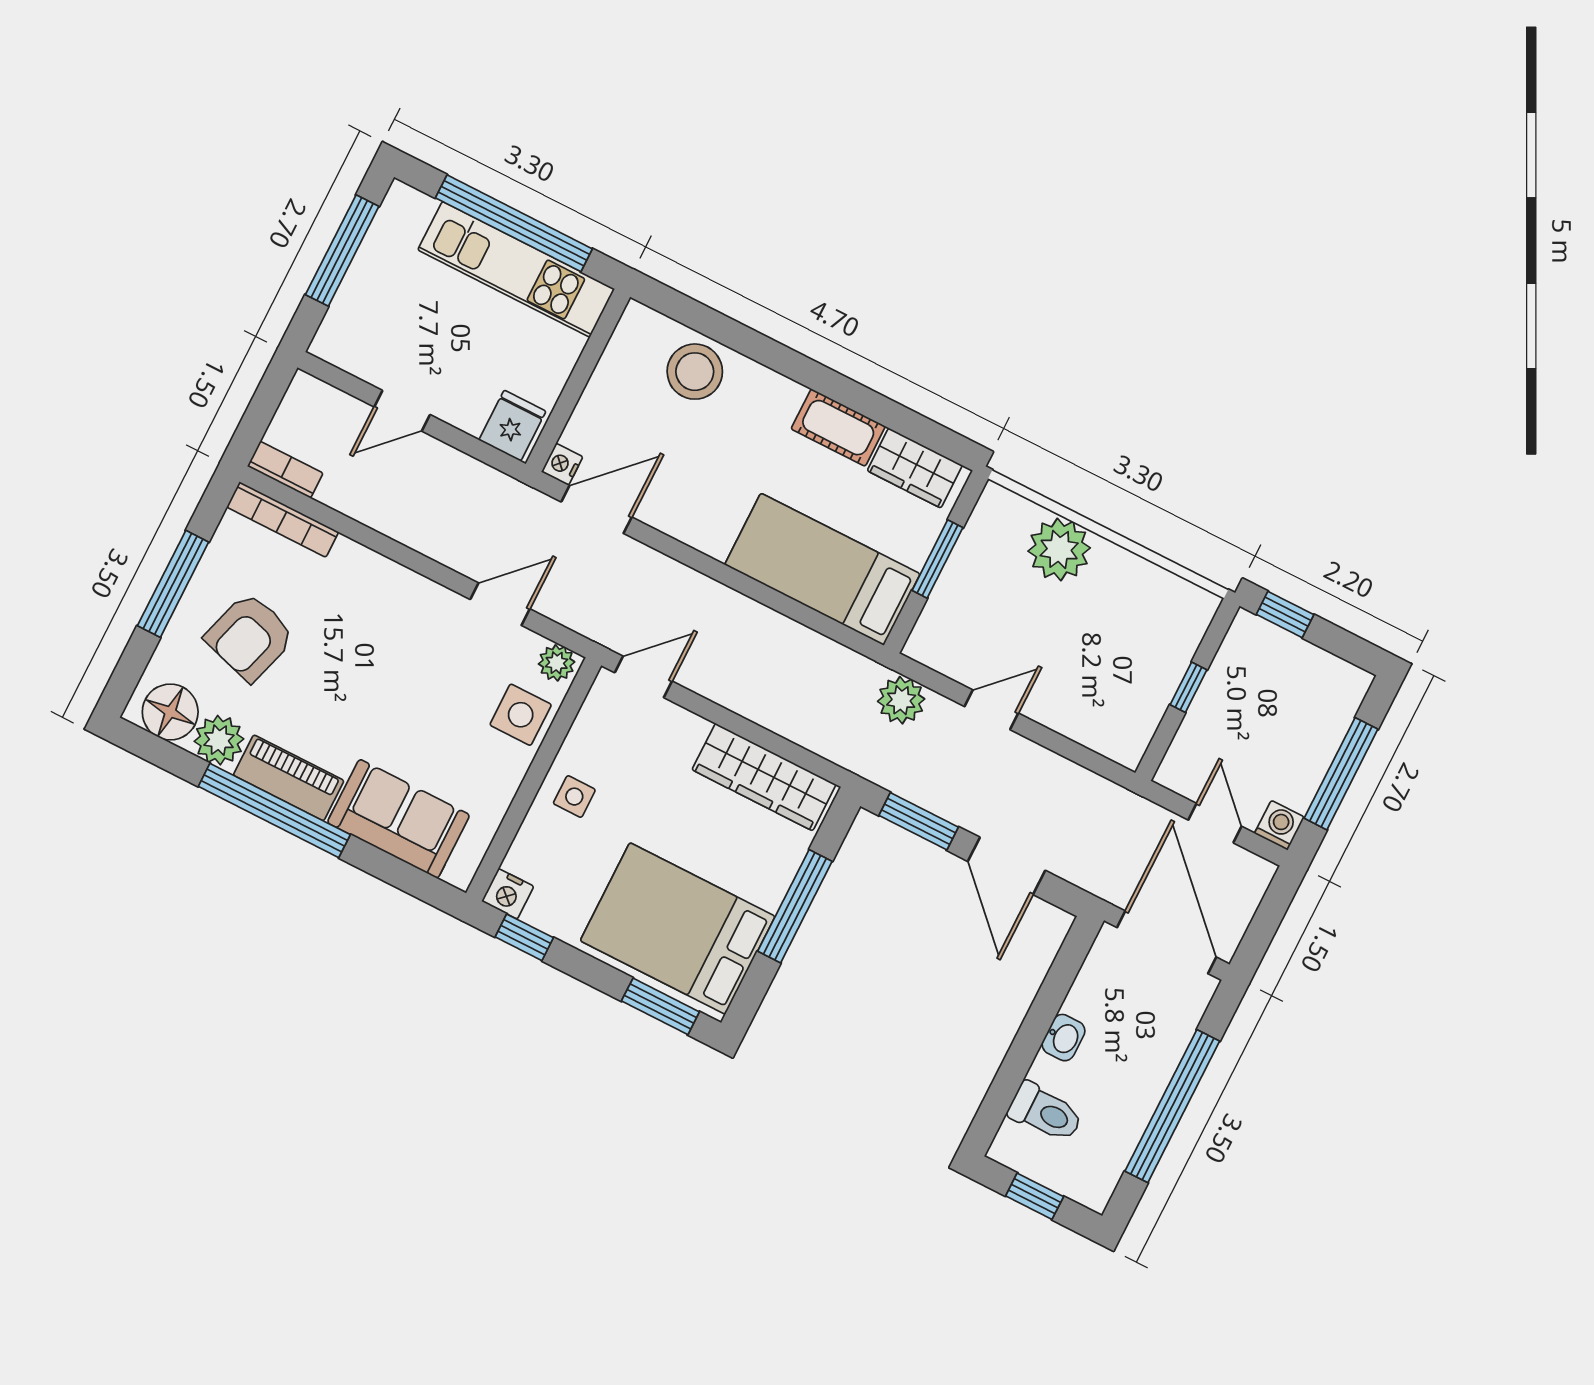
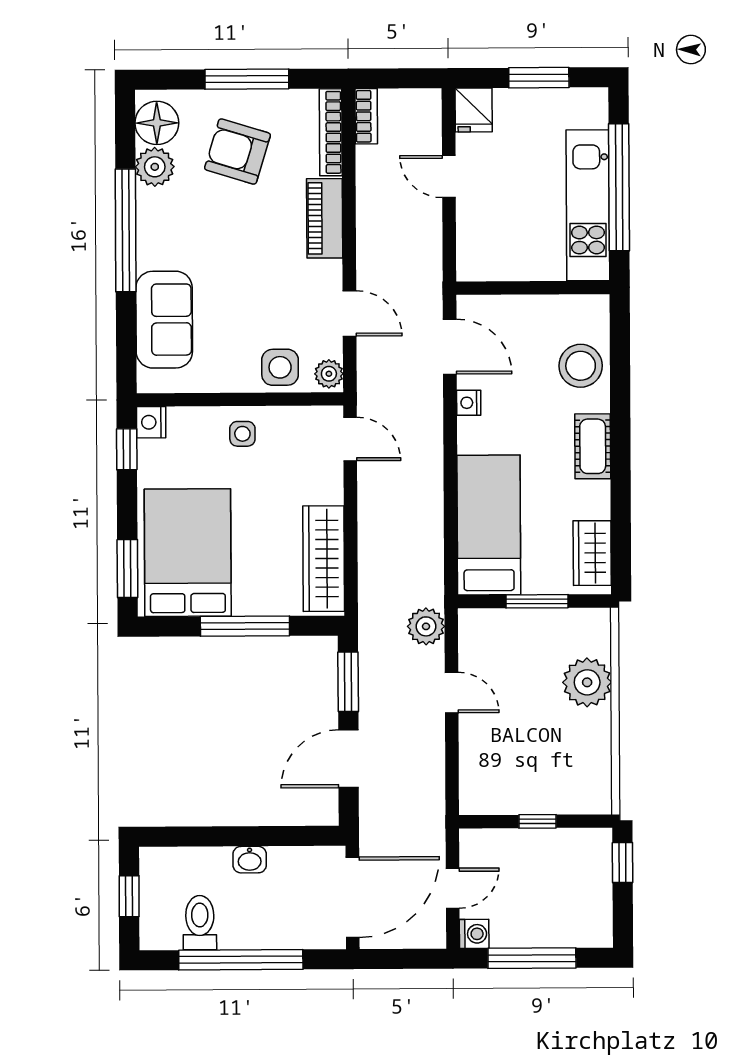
window: (342, 251) -> (539, 78), width x0.69
fridge: (512, 426) -> (474, 110), moved, turned 90
cot: (838, 428) -> (593, 446), moved
nightstand: (562, 464) -> (469, 403), moved, turned -90
piano: (289, 778) -> (325, 218), moved, turned 180
toilet: (1045, 1113) -> (200, 923), moved, turned 180

